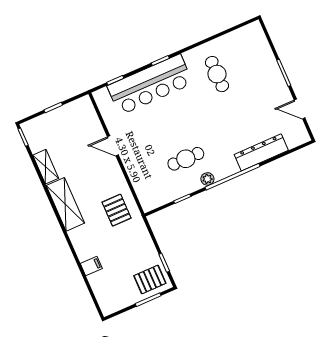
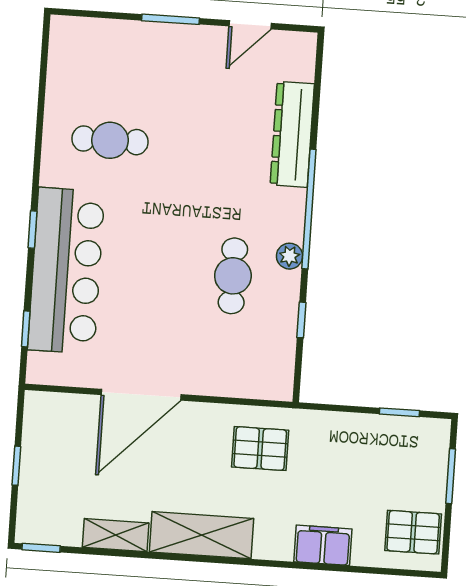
door: (113, 146) -> (141, 395), width x1.88
filing cabinet: (91, 266) -> (323, 545), width x2.00
pallet: (150, 279) -> (413, 532), moved, turned 90

